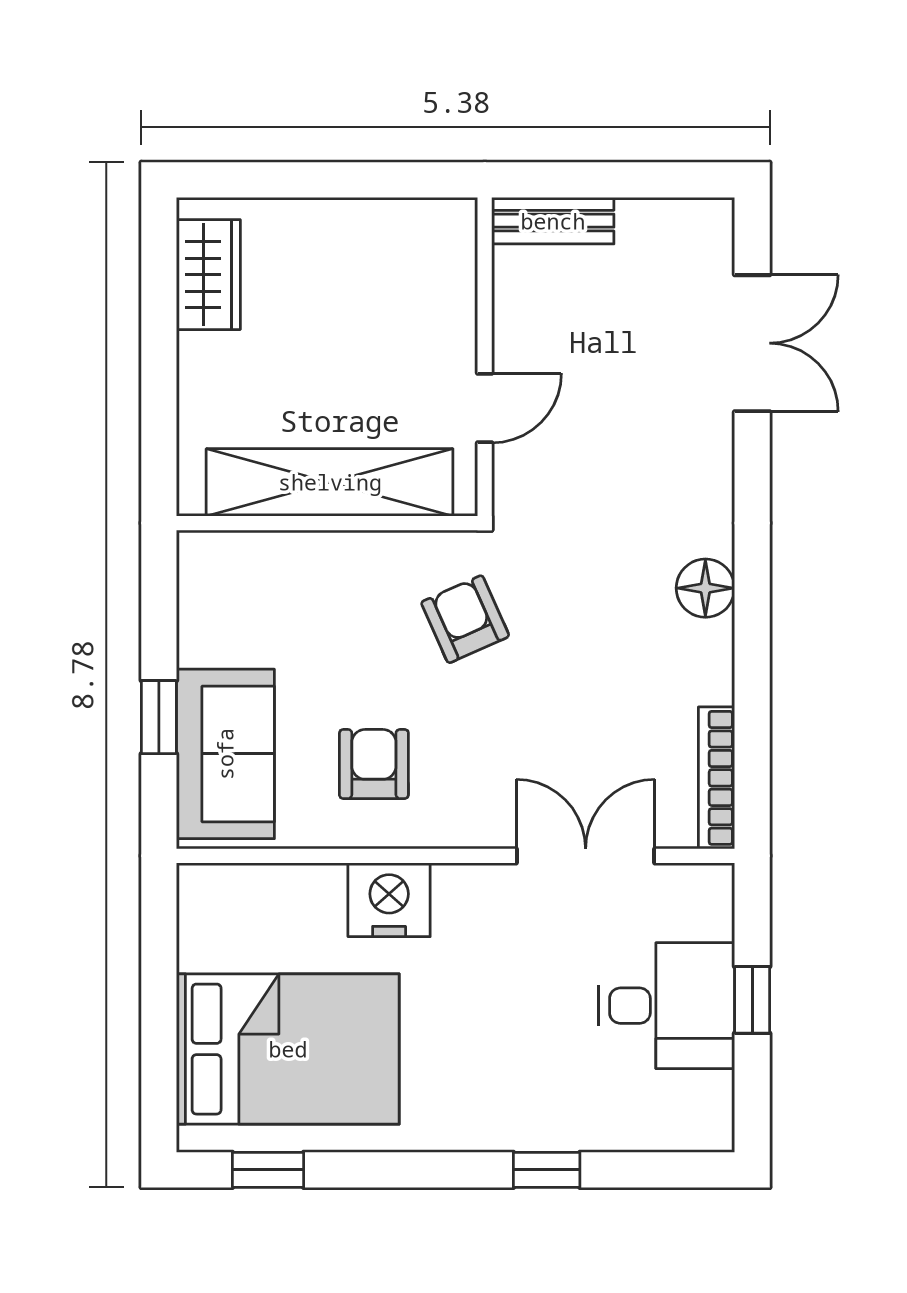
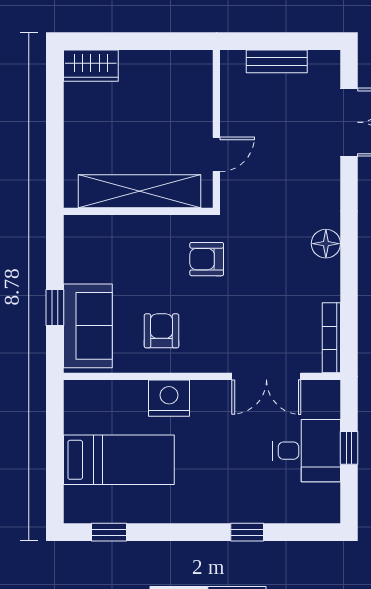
bench: (553, 221) -> (277, 61), moved
wardrobe: (208, 275) -> (91, 66), moved, turned 90
armchair: (465, 619) -> (207, 259), turned -66
double door: (586, 856) -> (266, 376), swing flipped
bed: (288, 1049) -> (119, 460), width x0.67

